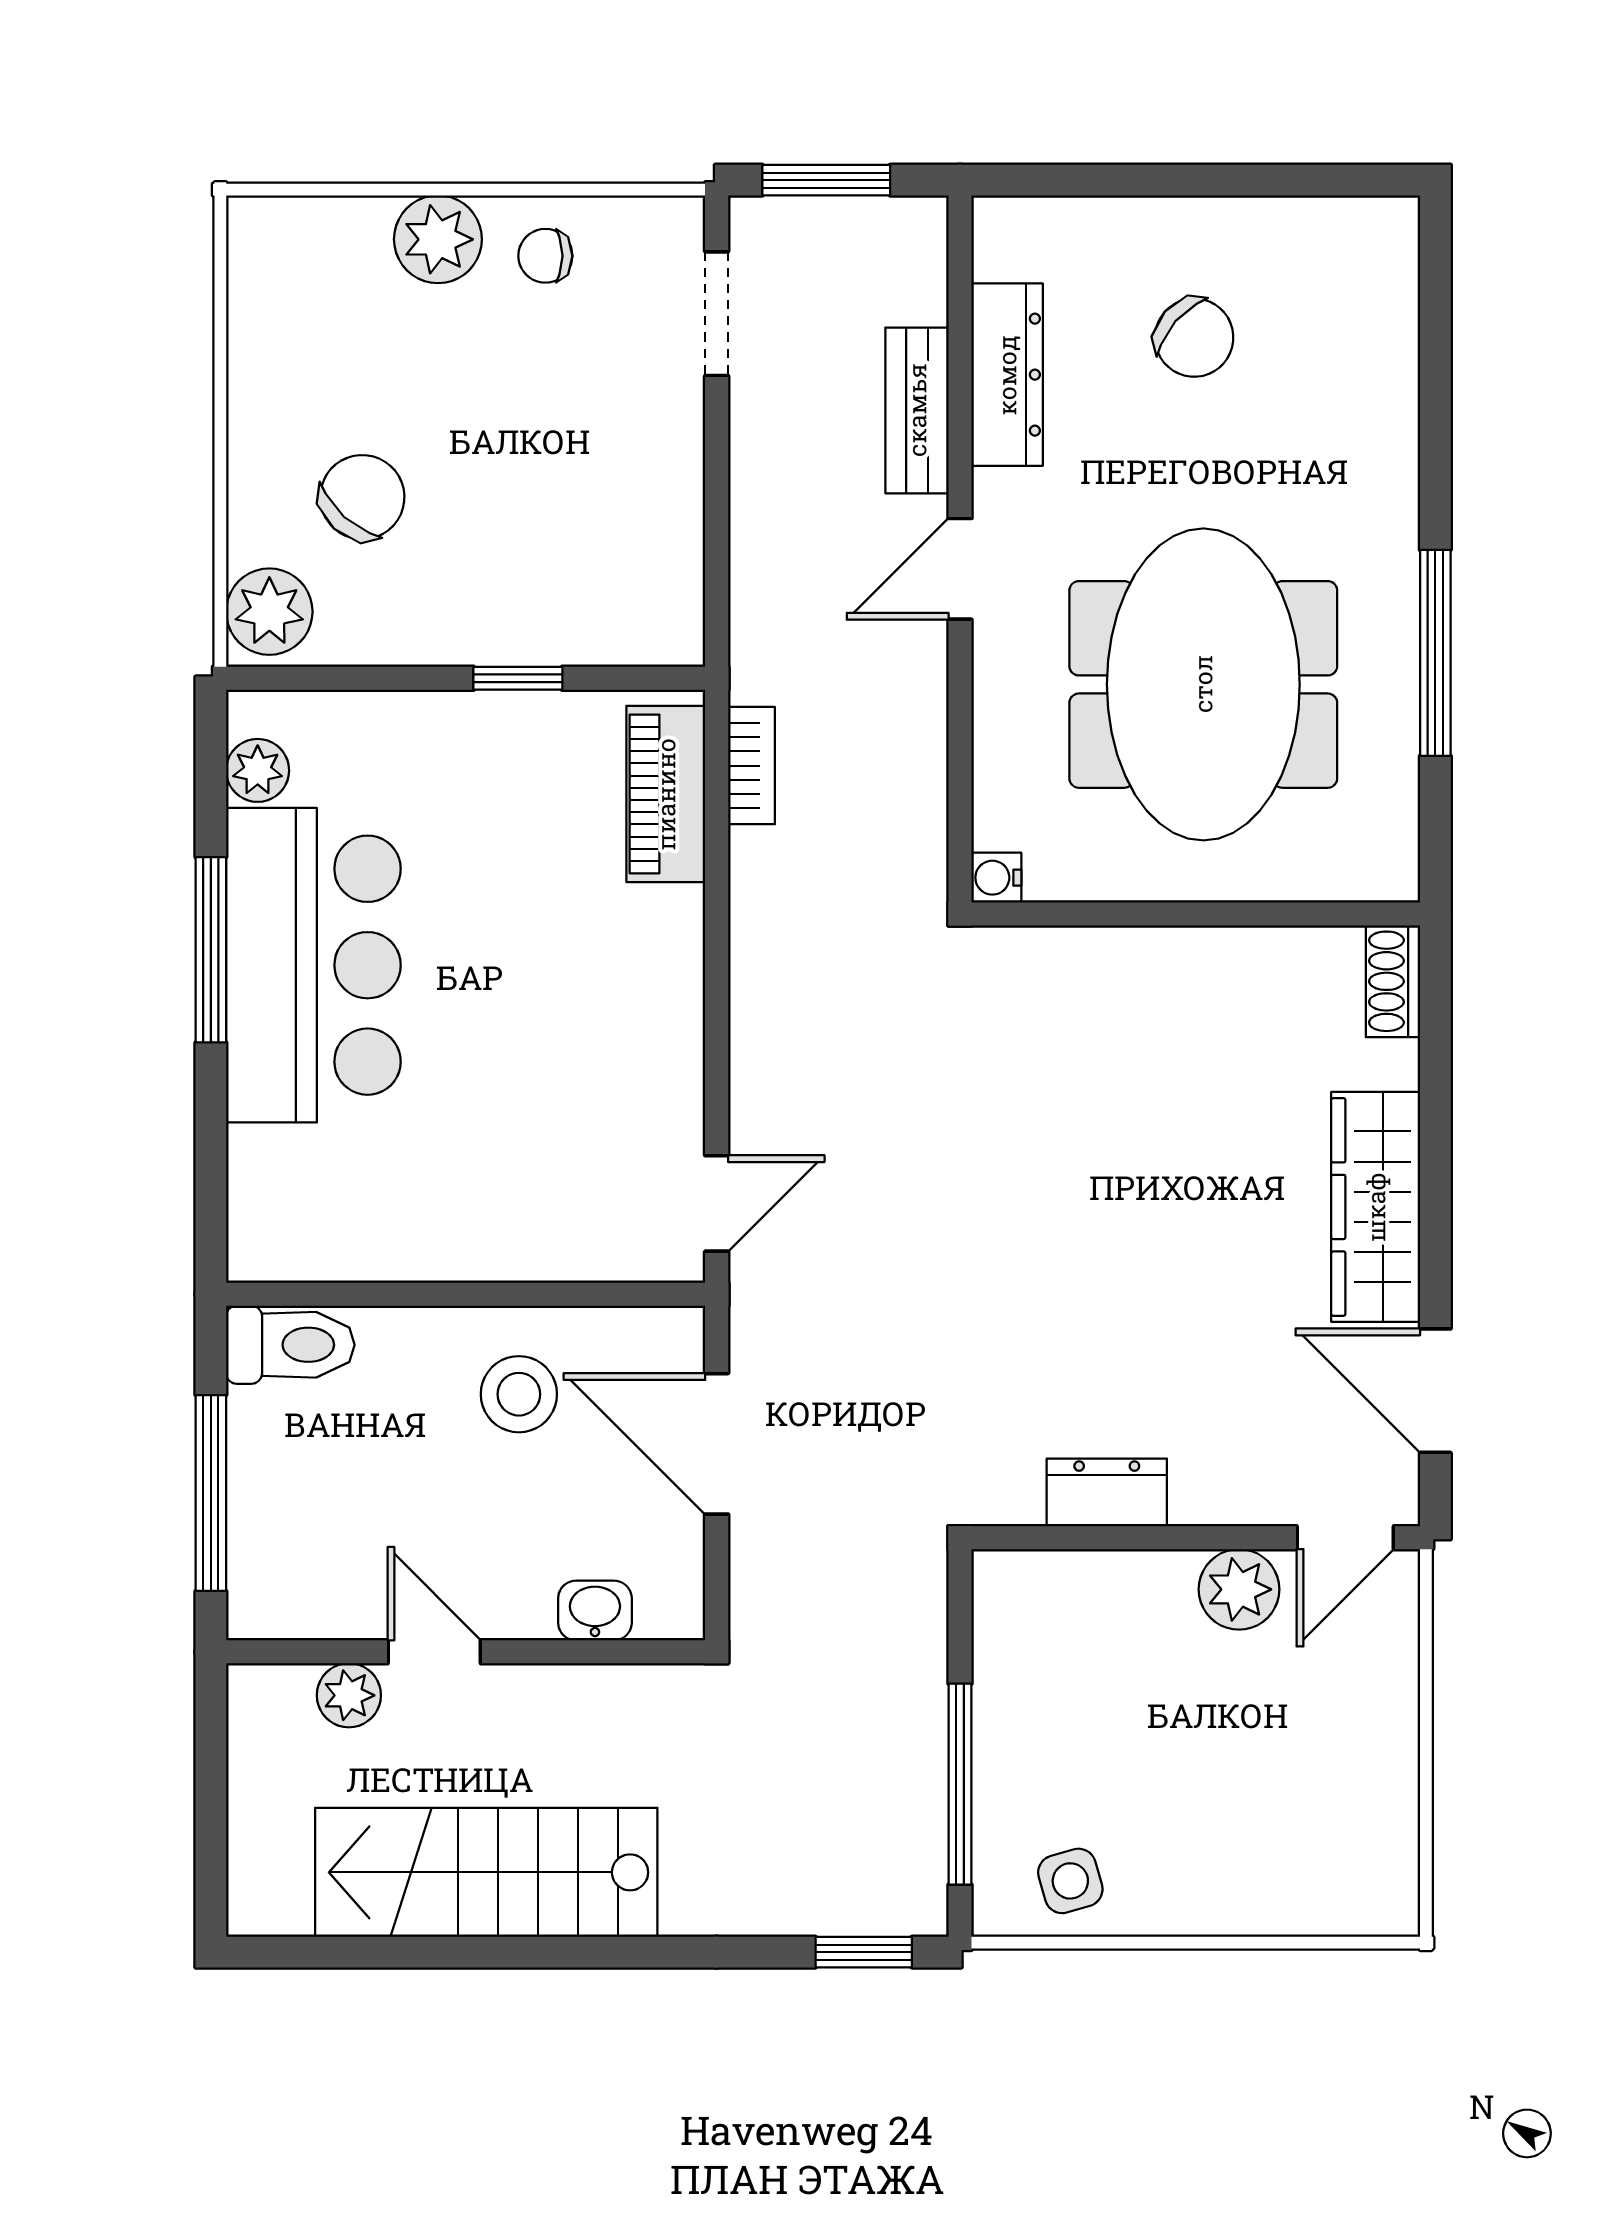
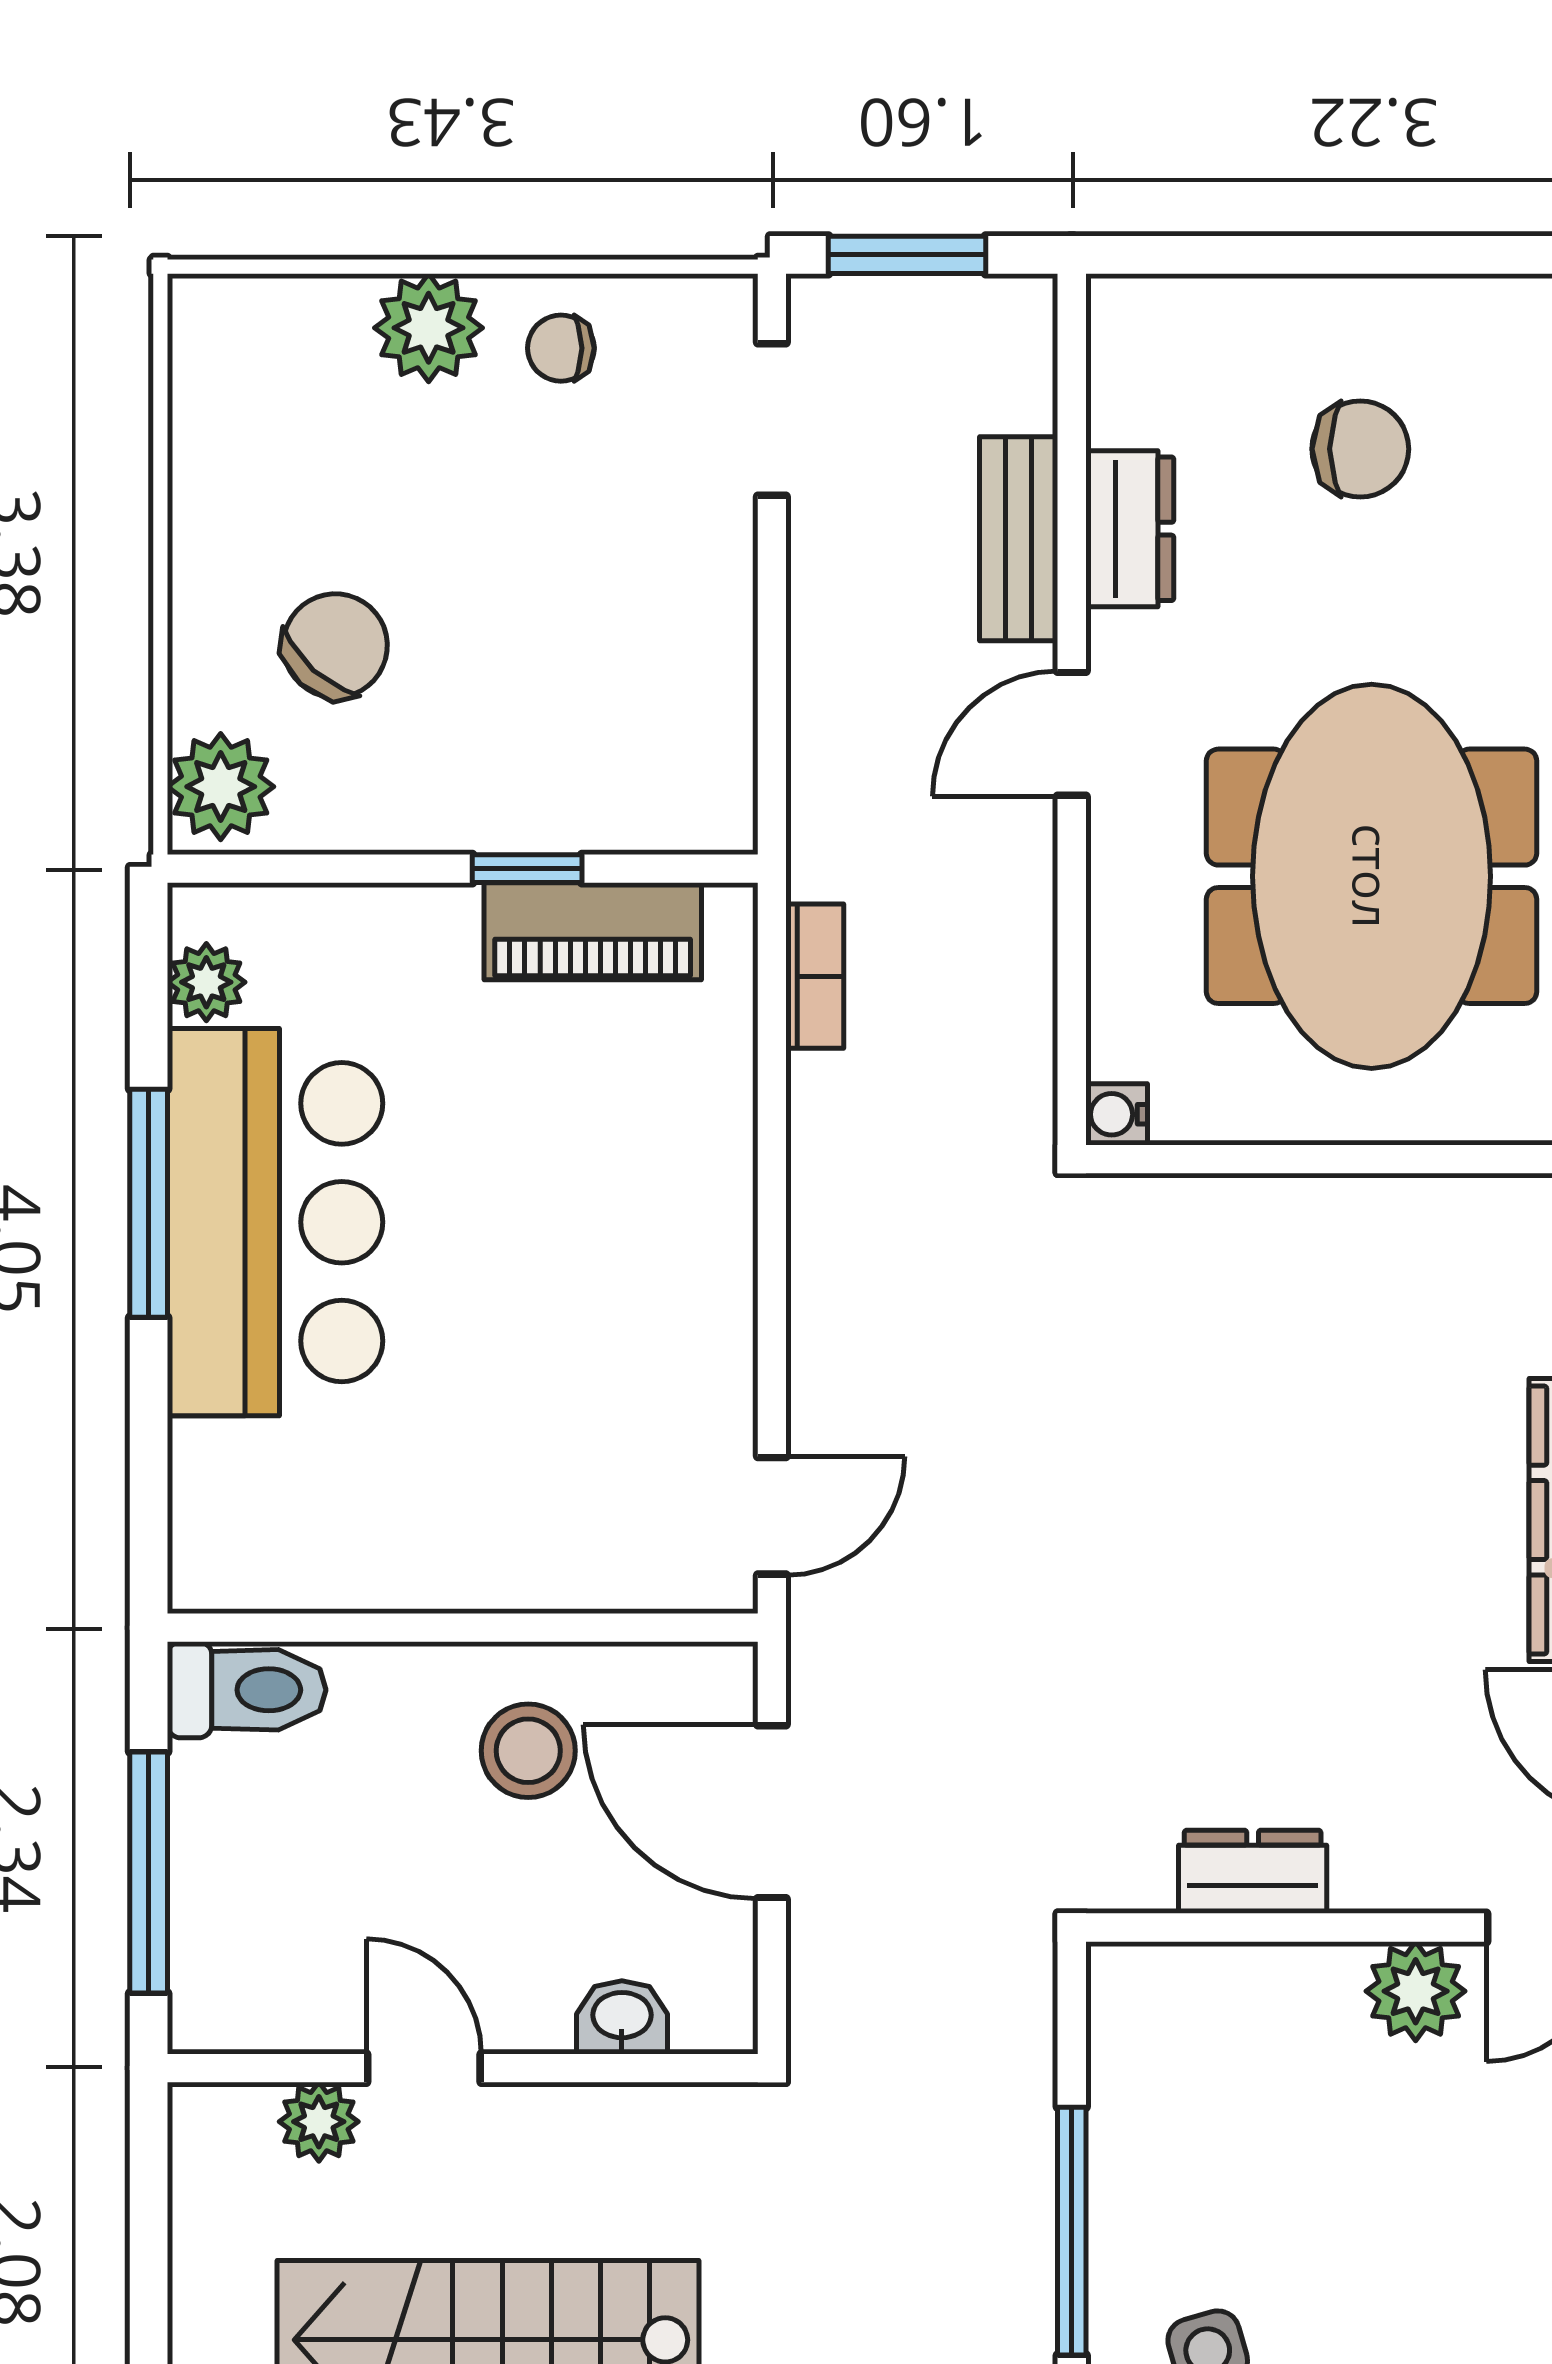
chair: (1194, 338) -> (1360, 449), turned -41
dresser: (1007, 375) -> (1130, 529), width x0.70
piano: (666, 794) -> (593, 931), moved, turned -90

